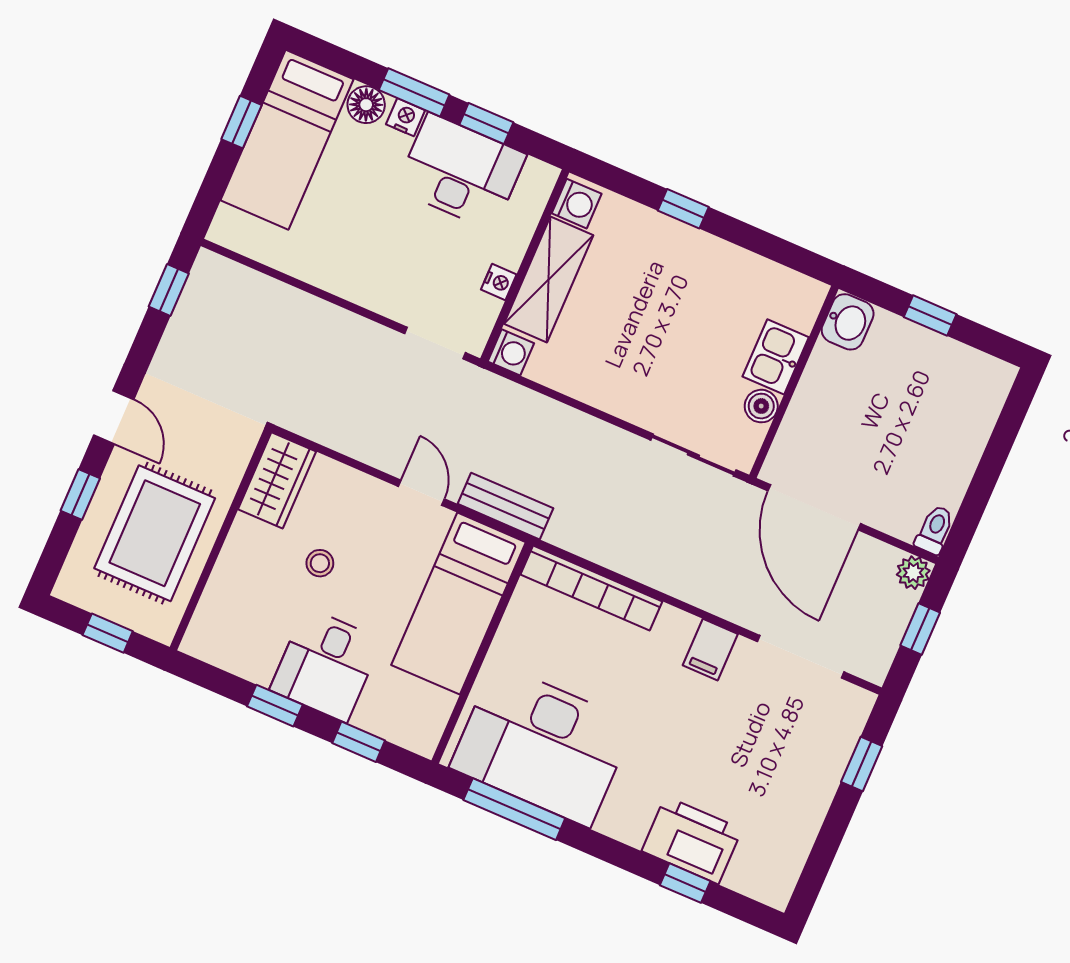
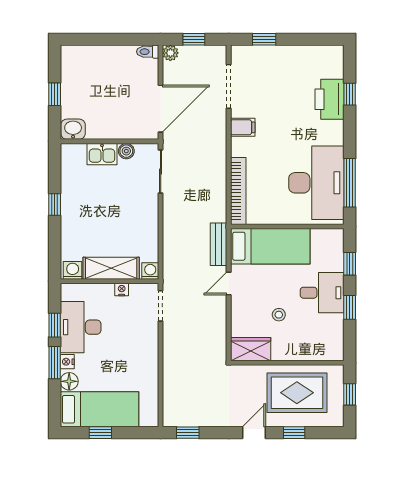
window: (683, 209) -> (55, 205), moved

